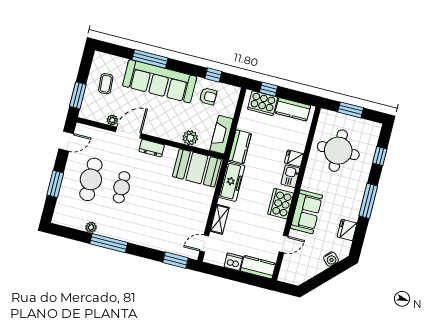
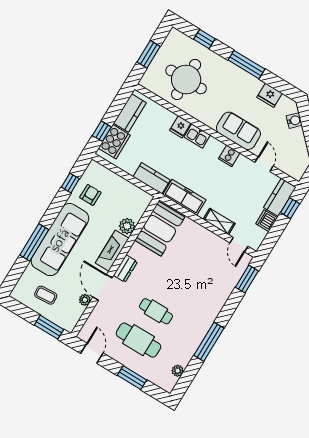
fireplace: (221, 135) -> (112, 251), moved, turned 90
cooker: (281, 204) -> (229, 156), width x0.53, depth x0.76
plant: (91, 227) -> (178, 371), moved
window: (251, 279) -> (290, 208), added

